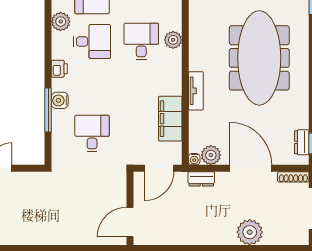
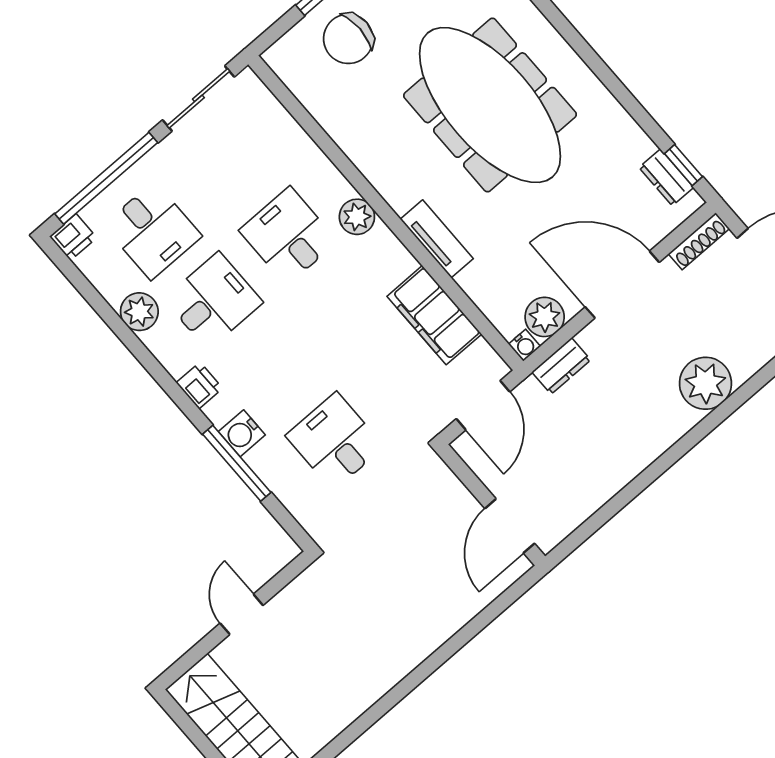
plant: (173, 40) -> (357, 217), moved

